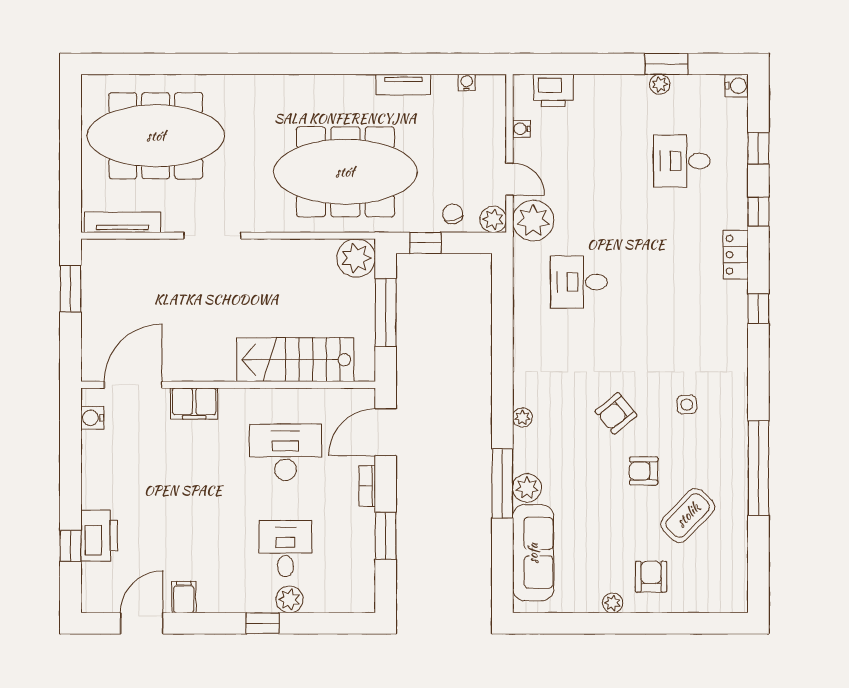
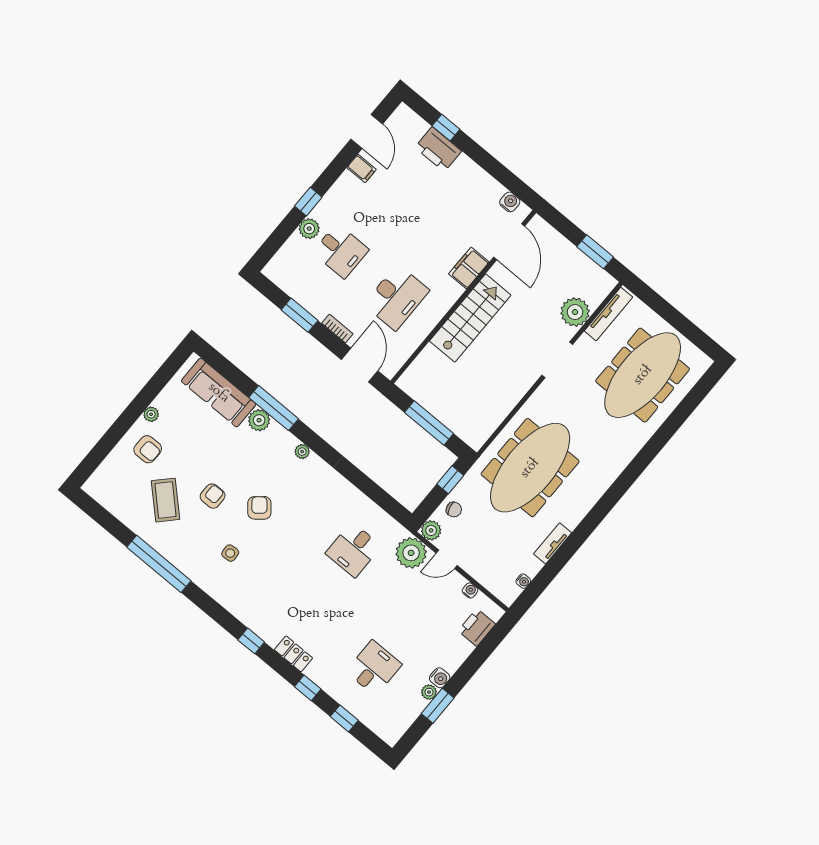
water cooler: (737, 86) -> (440, 678), moved, turned -90
plant: (356, 258) -> (575, 312), moved
desk: (579, 282) -> (353, 550), turned 180
stairs: (295, 360) -> (470, 318), moved

